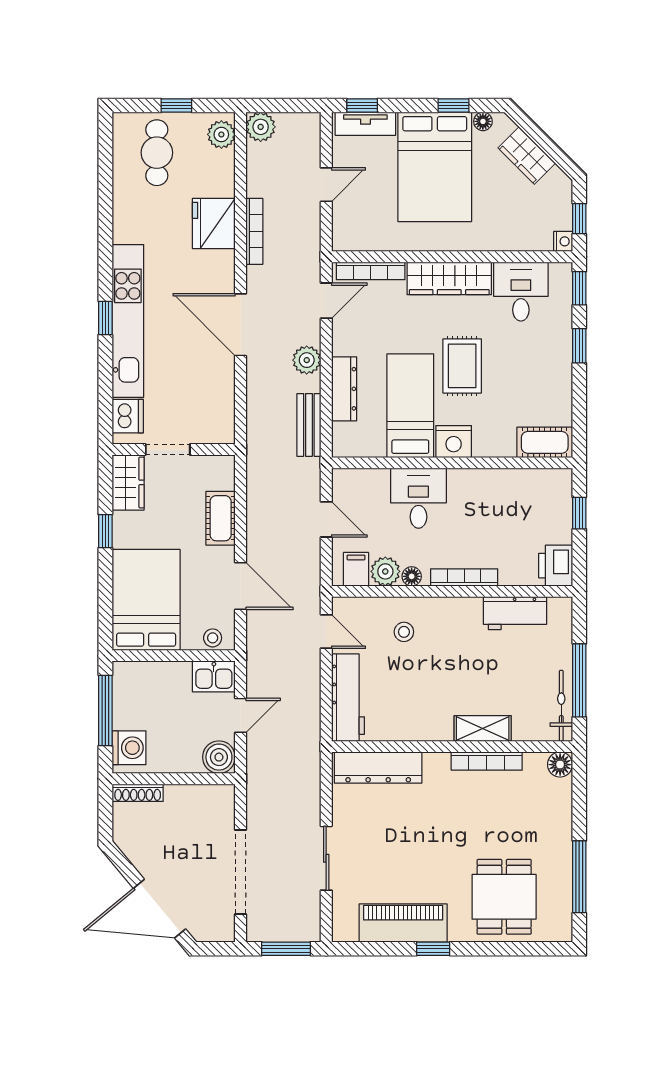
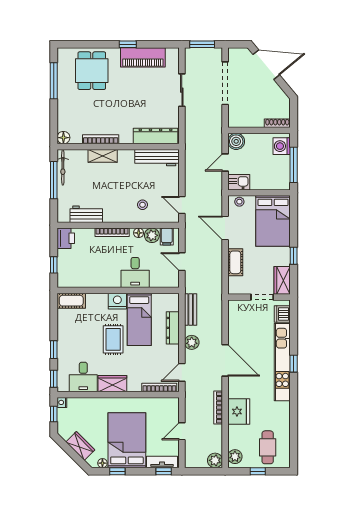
wardrobe: (449, 278) -> (112, 384), width x0.67
workbench: (348, 698) -> (157, 158), moved, turned -90

